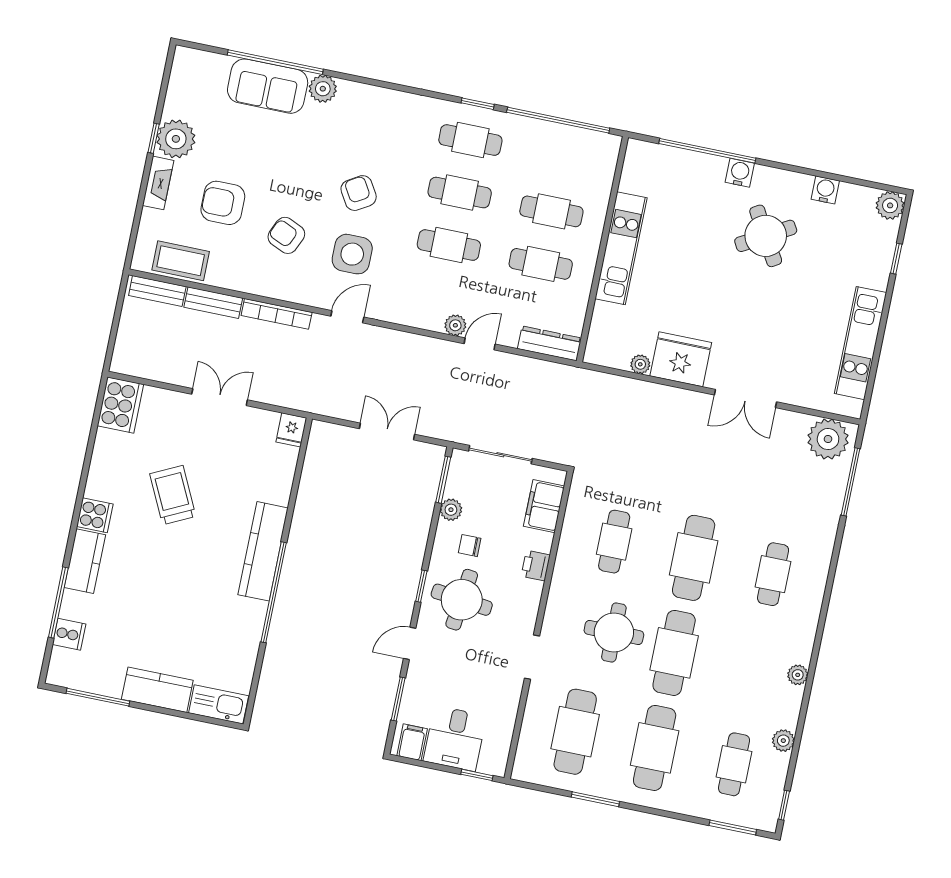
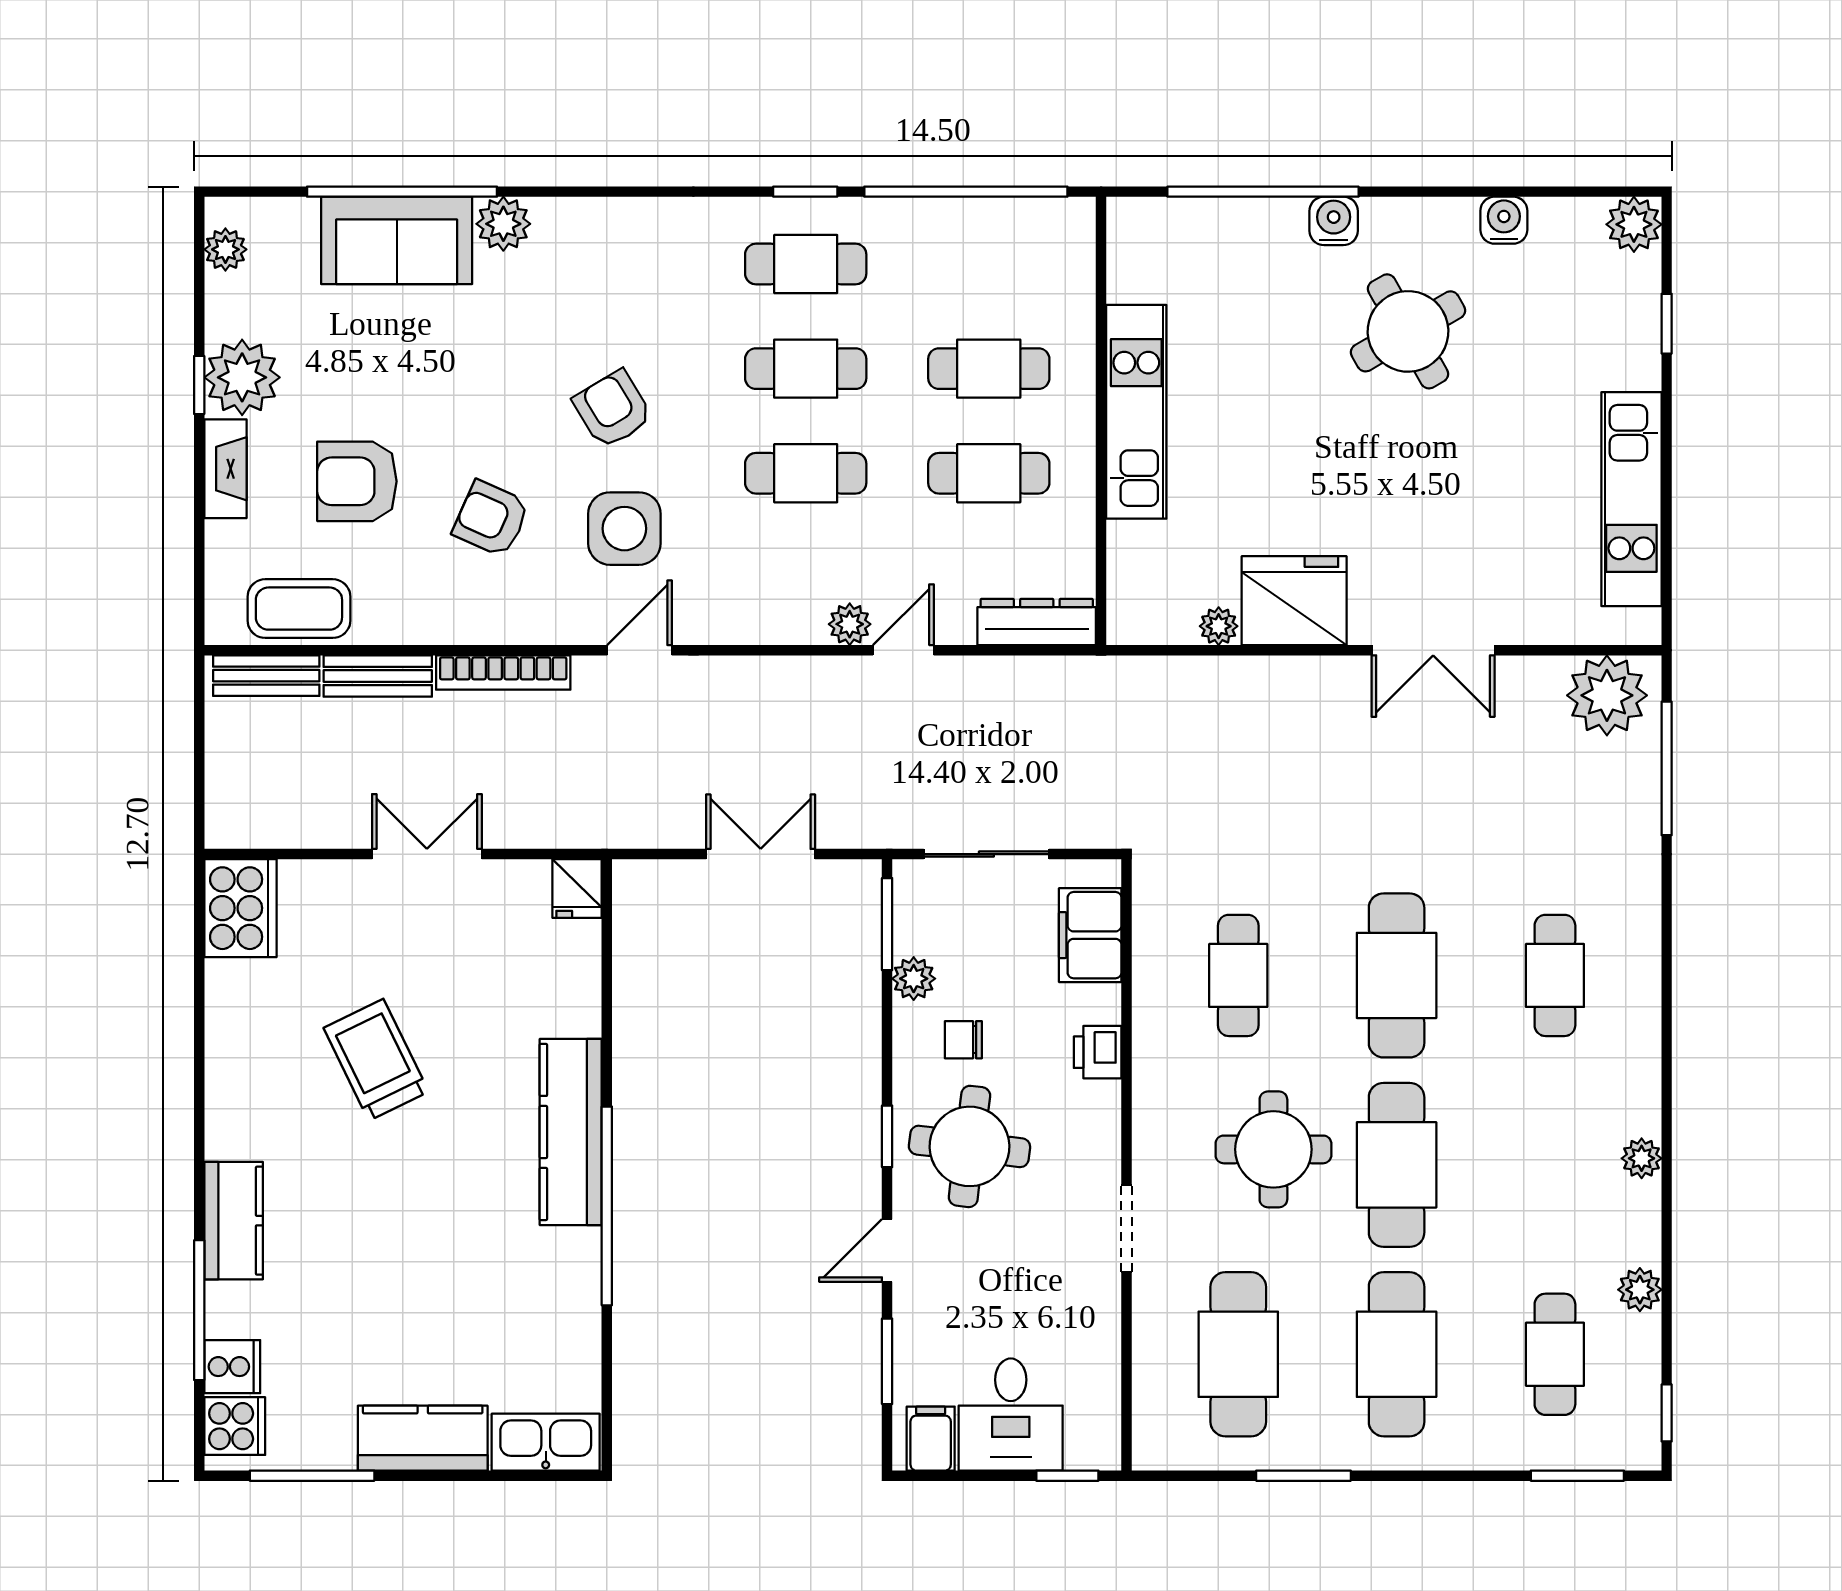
plant: (181, 73) -> (225, 249), added
cooker: (95, 515) -> (235, 1426), moved

